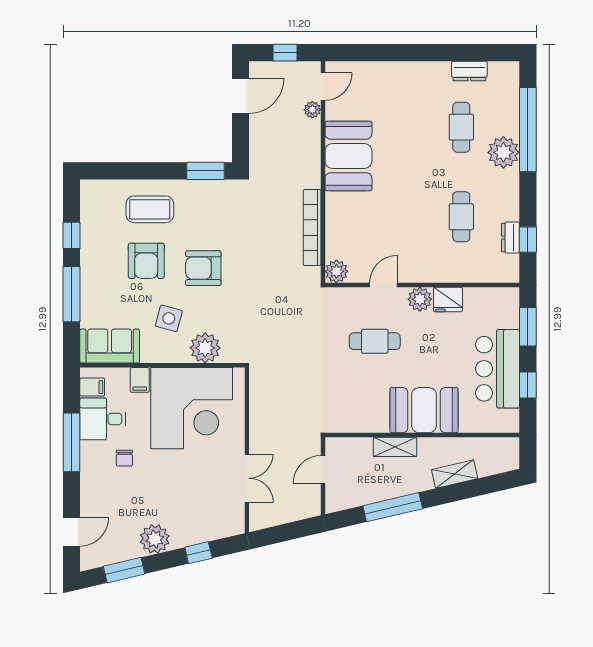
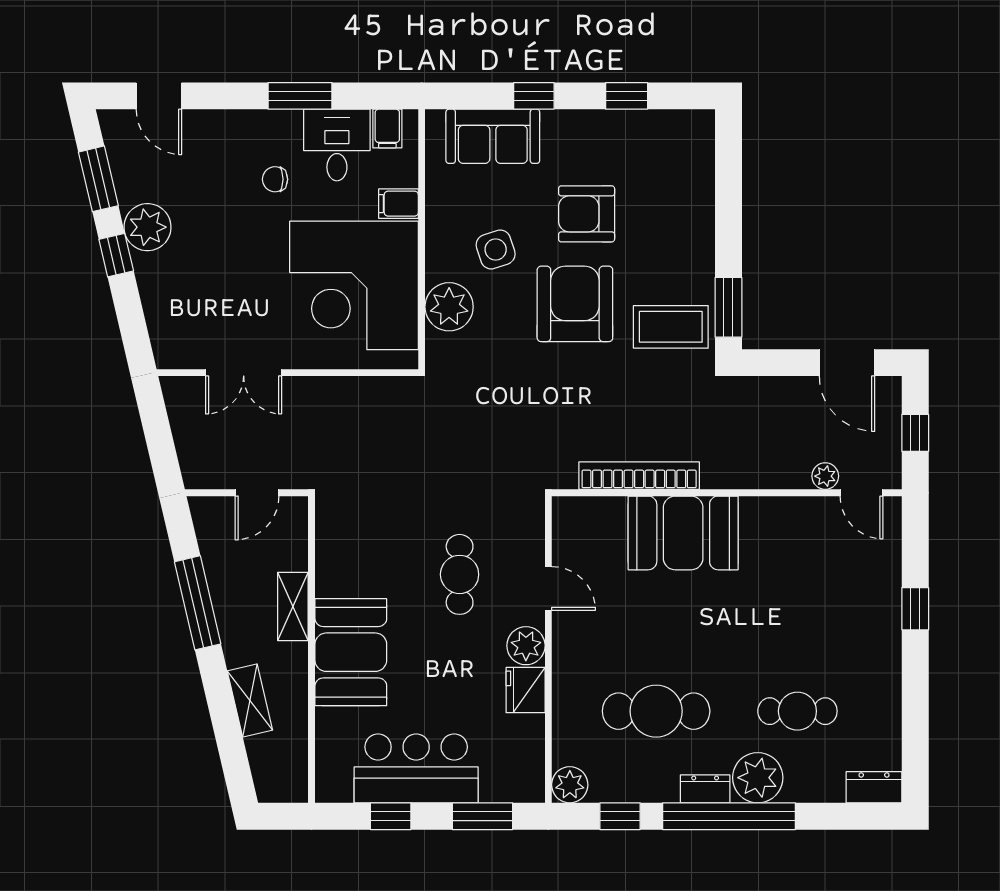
window: (396, 53) -> (915, 609), added
dresser: (469, 71) -> (874, 787), moved, turned 90
window: (528, 130) -> (729, 816), moved
booth: (348, 156) -> (683, 533), moved
coffee table: (150, 209) -> (671, 327), moved, turned 90
cafe table: (461, 217) -> (656, 711), width x1.37, depth x1.35
dresser: (511, 238) -> (705, 789), moved
armchair: (203, 268) -> (575, 304), width x1.36, depth x1.36
plant: (336, 271) -> (570, 785), moved
window: (71, 294) -> (534, 96), width x0.46
side table: (169, 318) -> (496, 249), turned -33
sofa: (110, 346) -> (493, 136), moved, turned 90
window: (71, 442) -> (300, 96), width x0.69
door: (323, 470) -> (257, 493), swing flipped
window: (198, 553) -> (116, 255), moved

